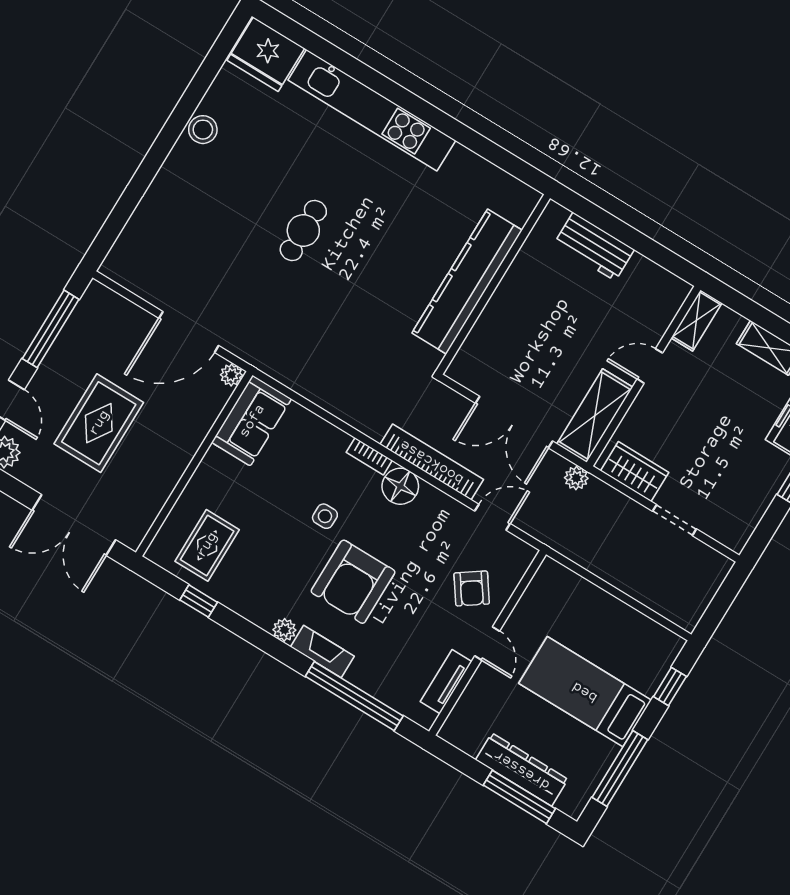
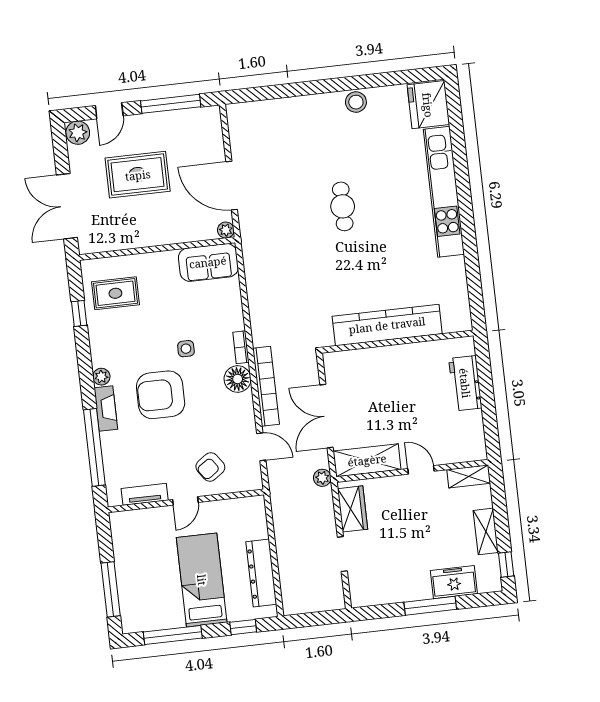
cafe table: (303, 231) -> (343, 206), turned 90
dresser: (522, 770) -> (261, 573), moved, turned 180

